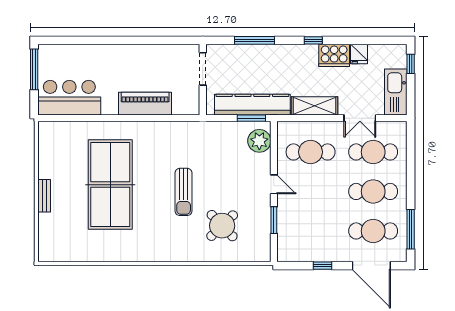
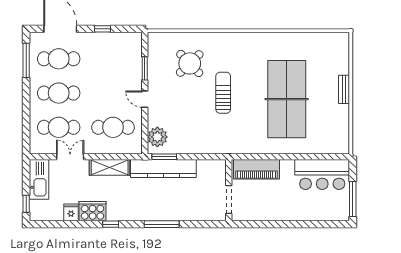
doorway: (203, 69) -> (229, 199), moved
wall: (203, 80) -> (229, 190), moved

